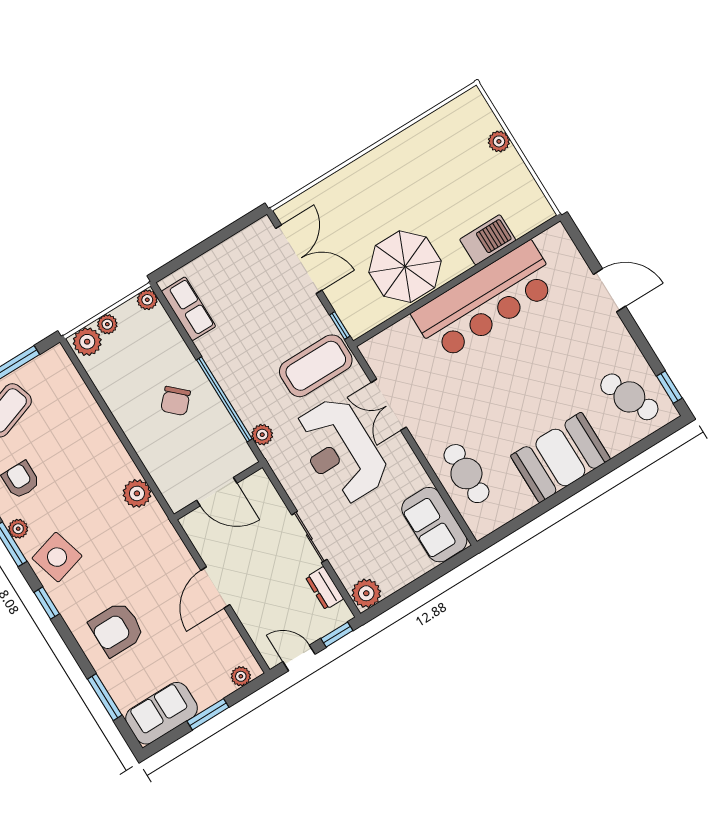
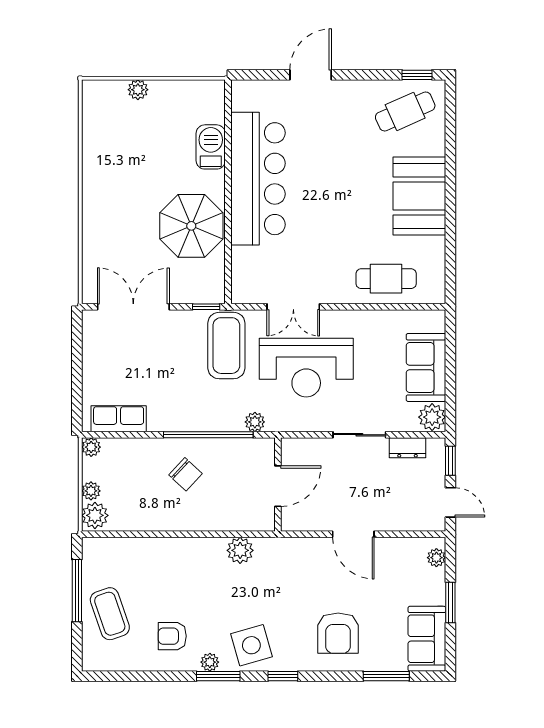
sofa: (434, 525) -> (426, 367), moved, turned 90
door: (299, 658) -> (450, 502), swing flipped

